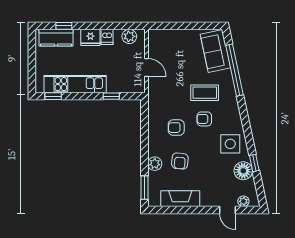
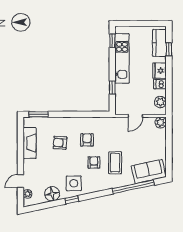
window: (254, 163) -> (72, 200), moved
plant: (155, 164) -> (161, 122), moved

